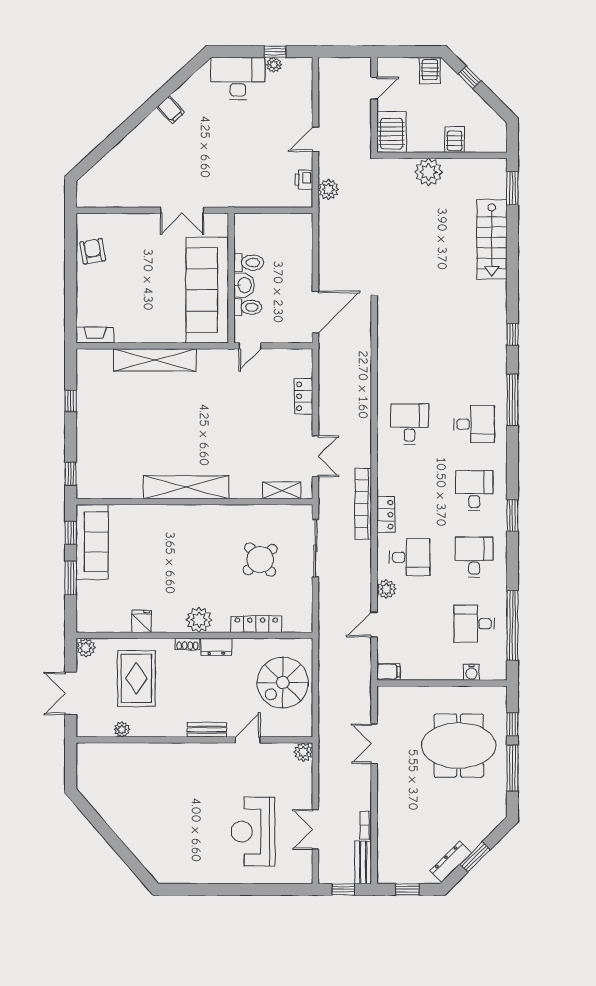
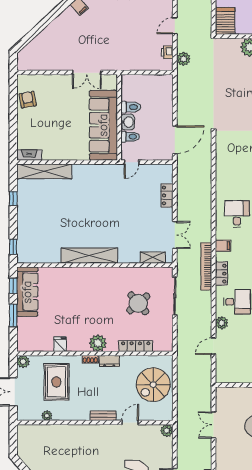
shelving: (155, 360) -> (44, 171), moved
filing cabinet: (388, 672) -> (223, 246), moved

